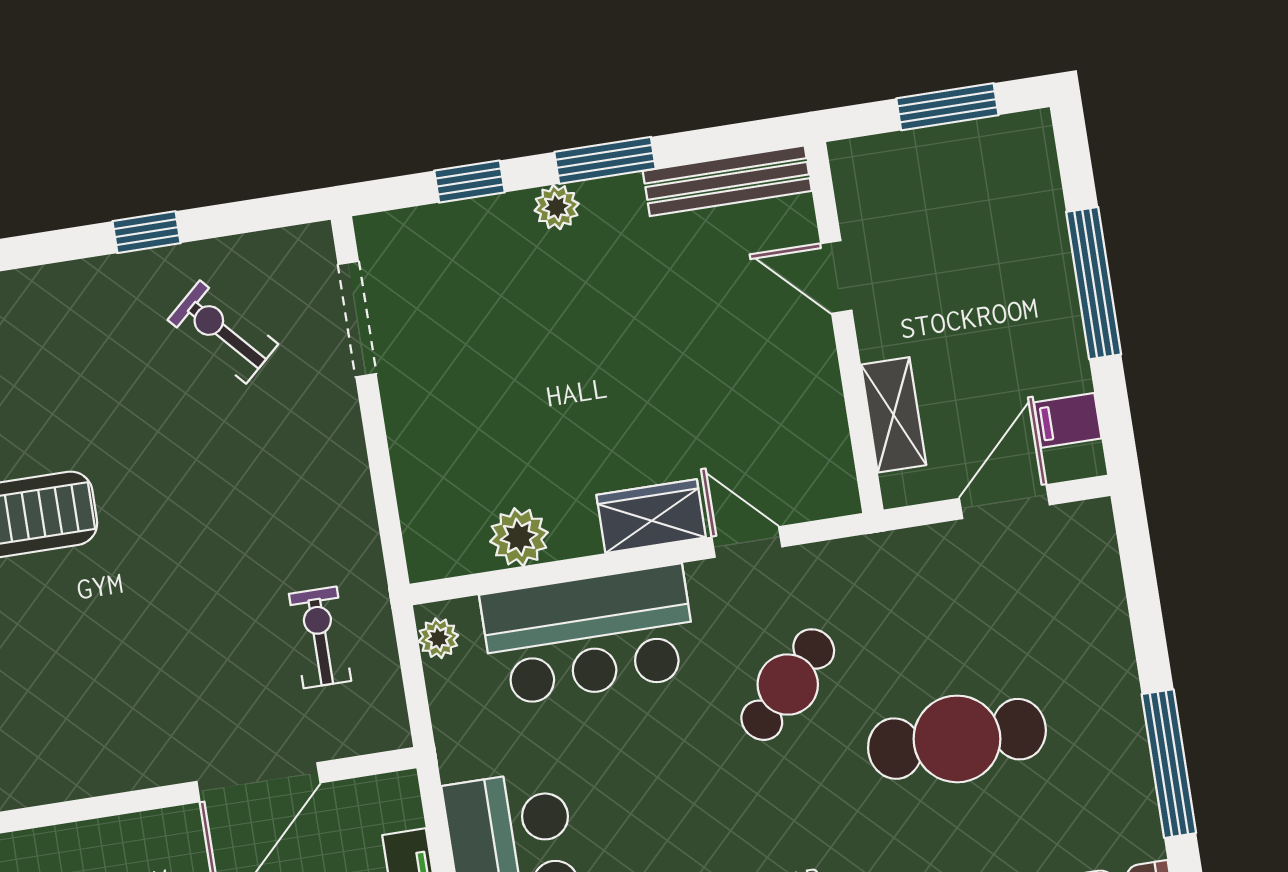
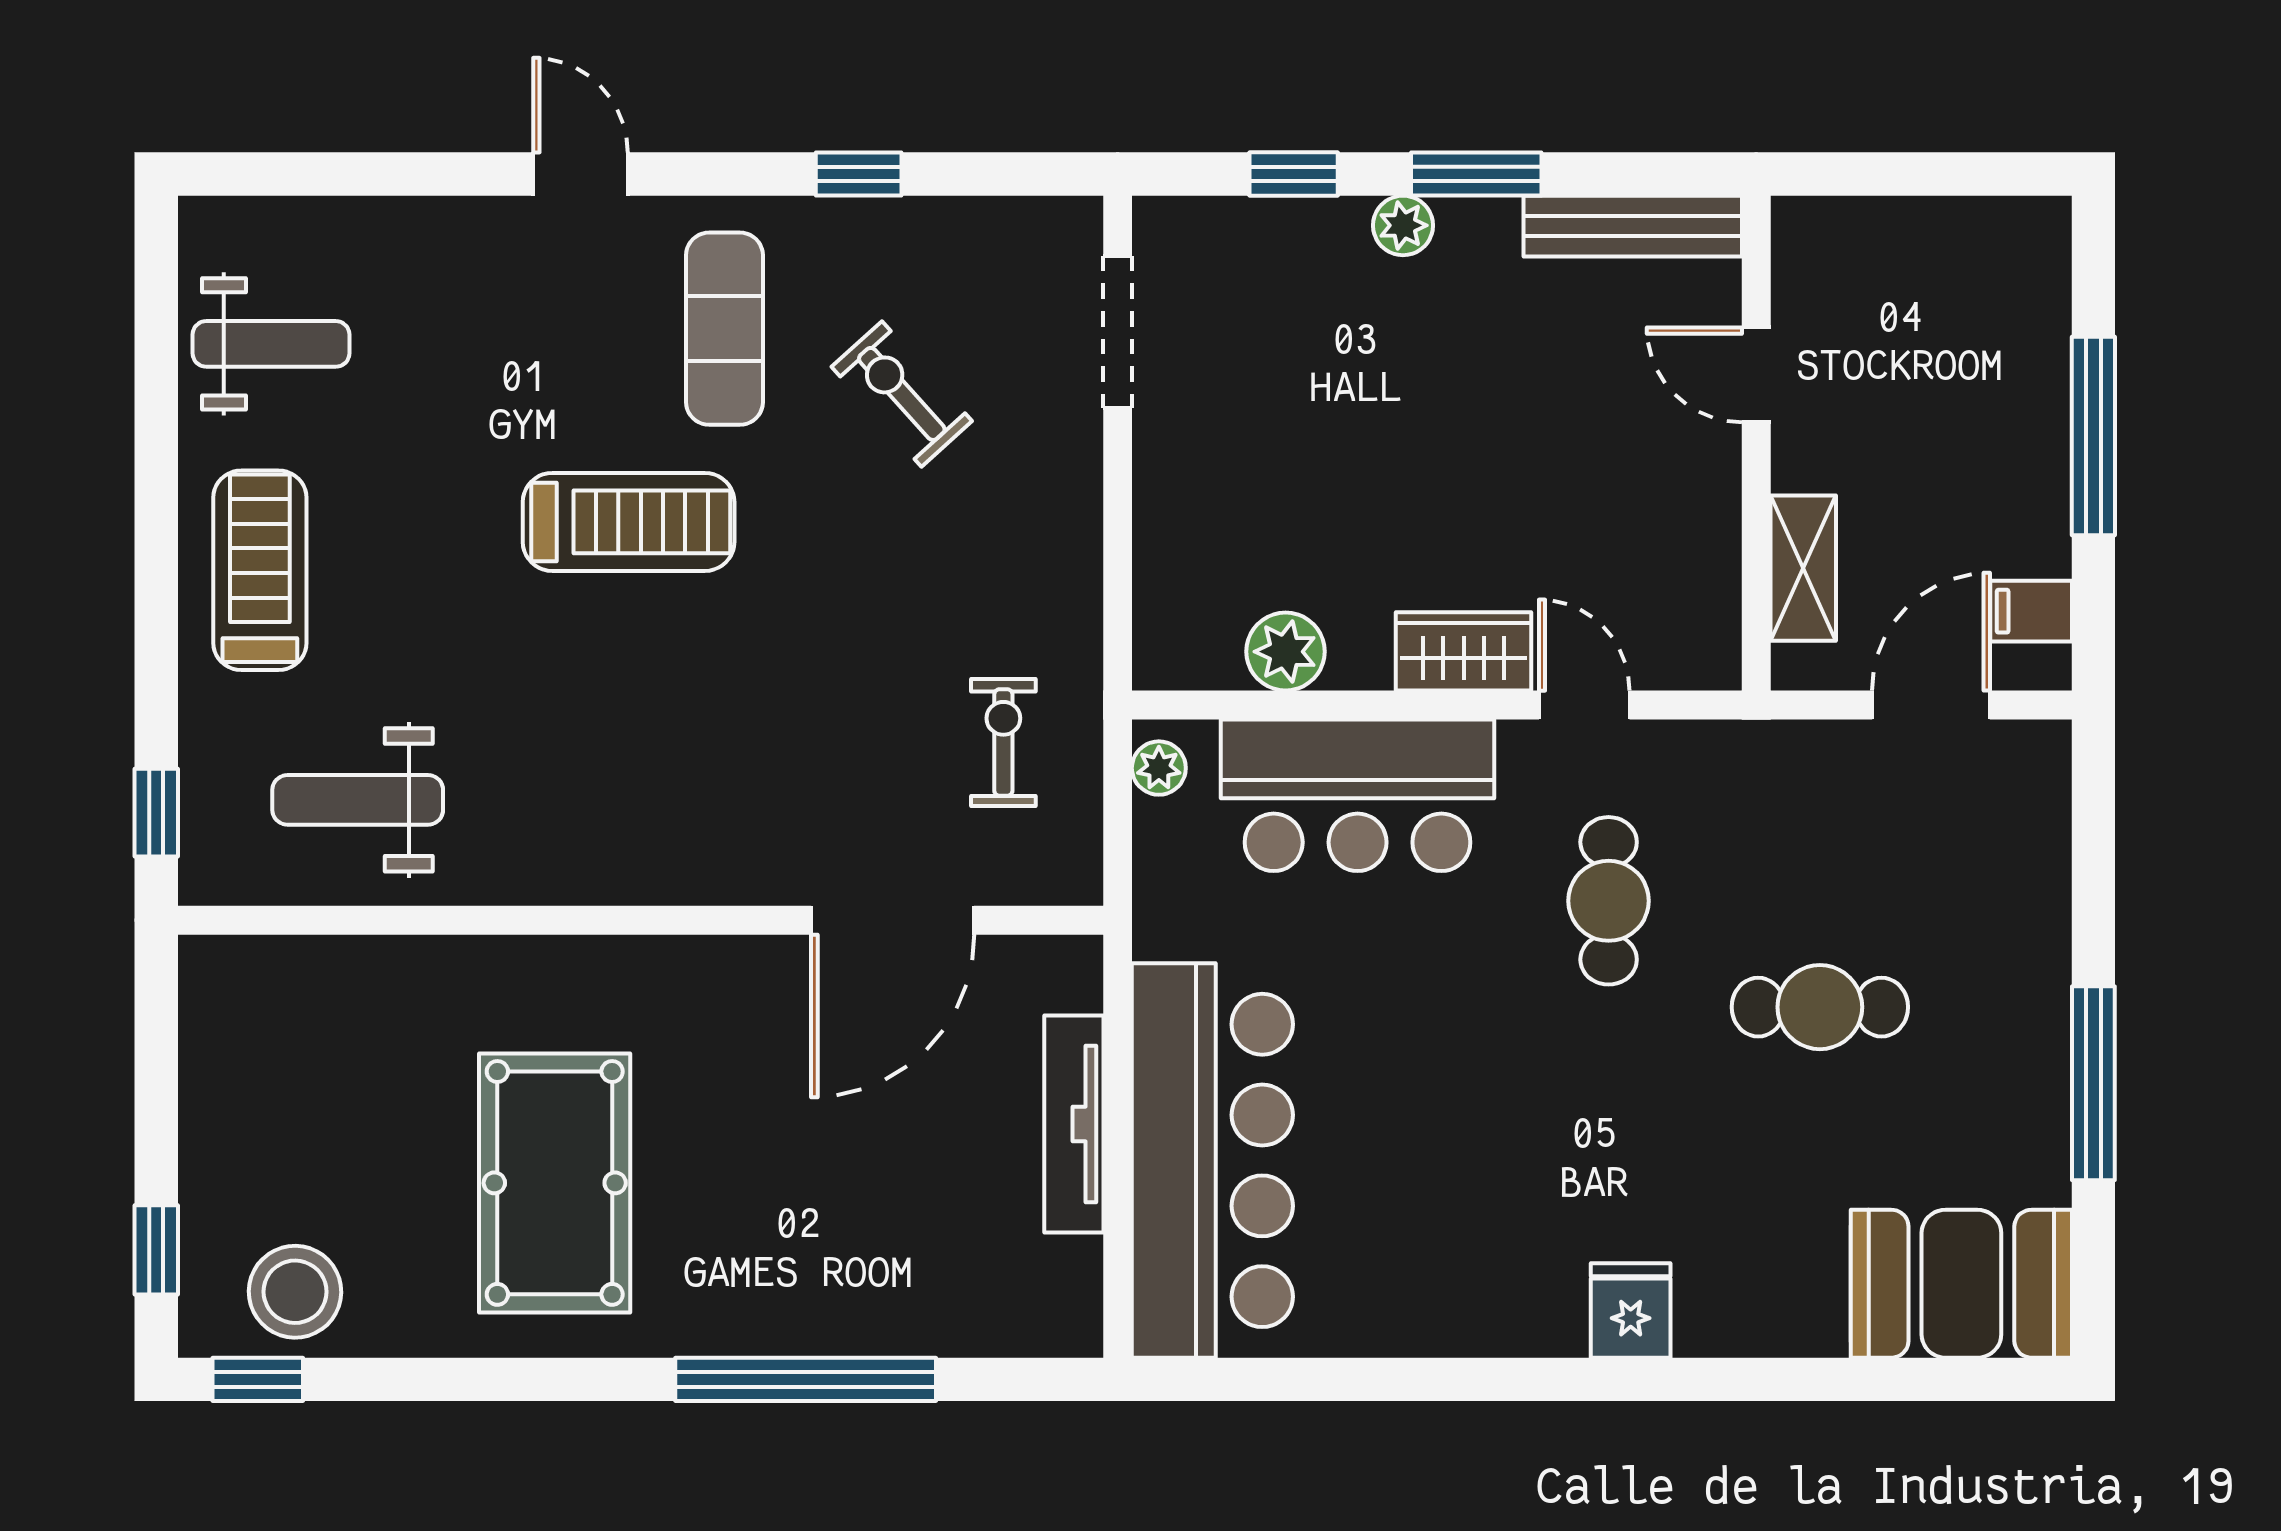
window: (947, 107) -> (1937, 174), removed
exercise bike: (223, 332) -> (902, 394), moved
exercise mat: (65, 363) -> (724, 329), added
cafe table: (788, 685) -> (1609, 901), turned -45
cafe table: (957, 739) -> (1820, 1007), width x0.73, depth x0.74

